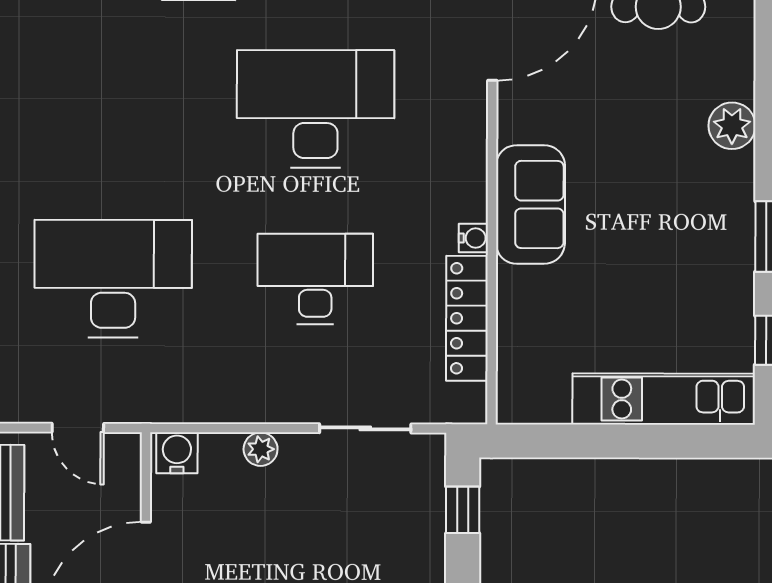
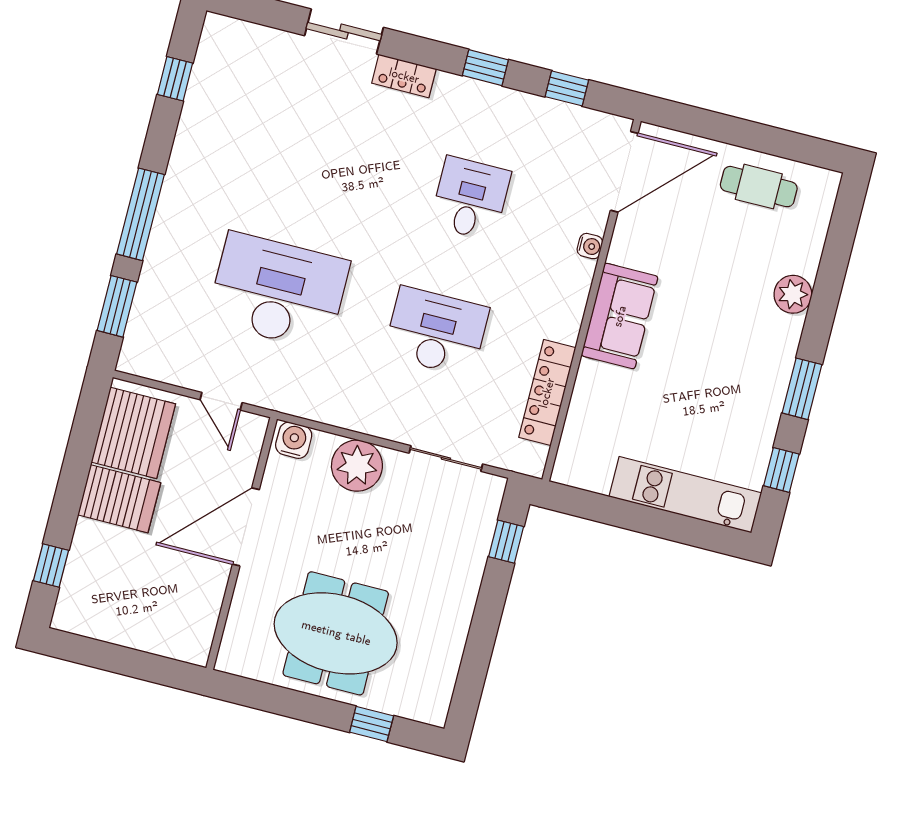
desk: (316, 109) -> (470, 199), width x0.53, depth x0.77
water cooler: (473, 238) -> (590, 246), moved
plant: (261, 449) -> (357, 466), width x1.88, depth x1.88

